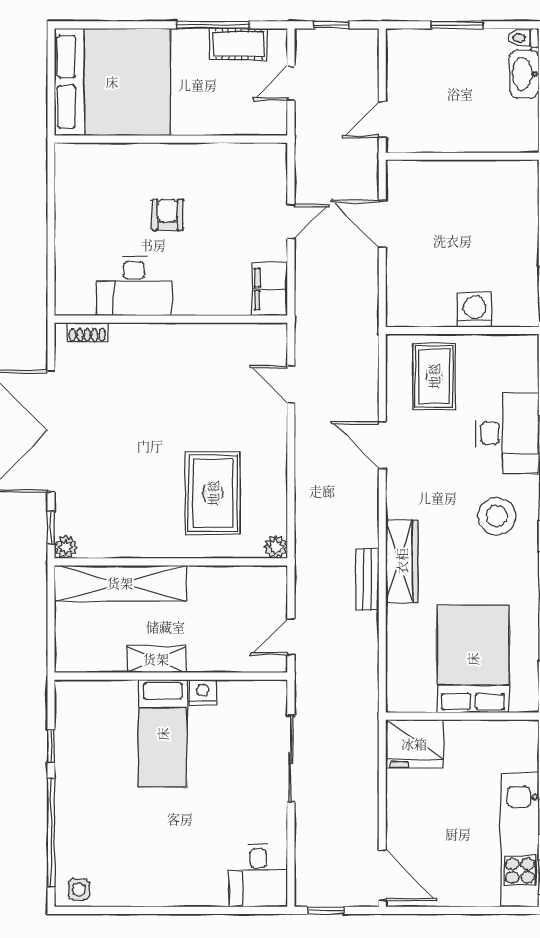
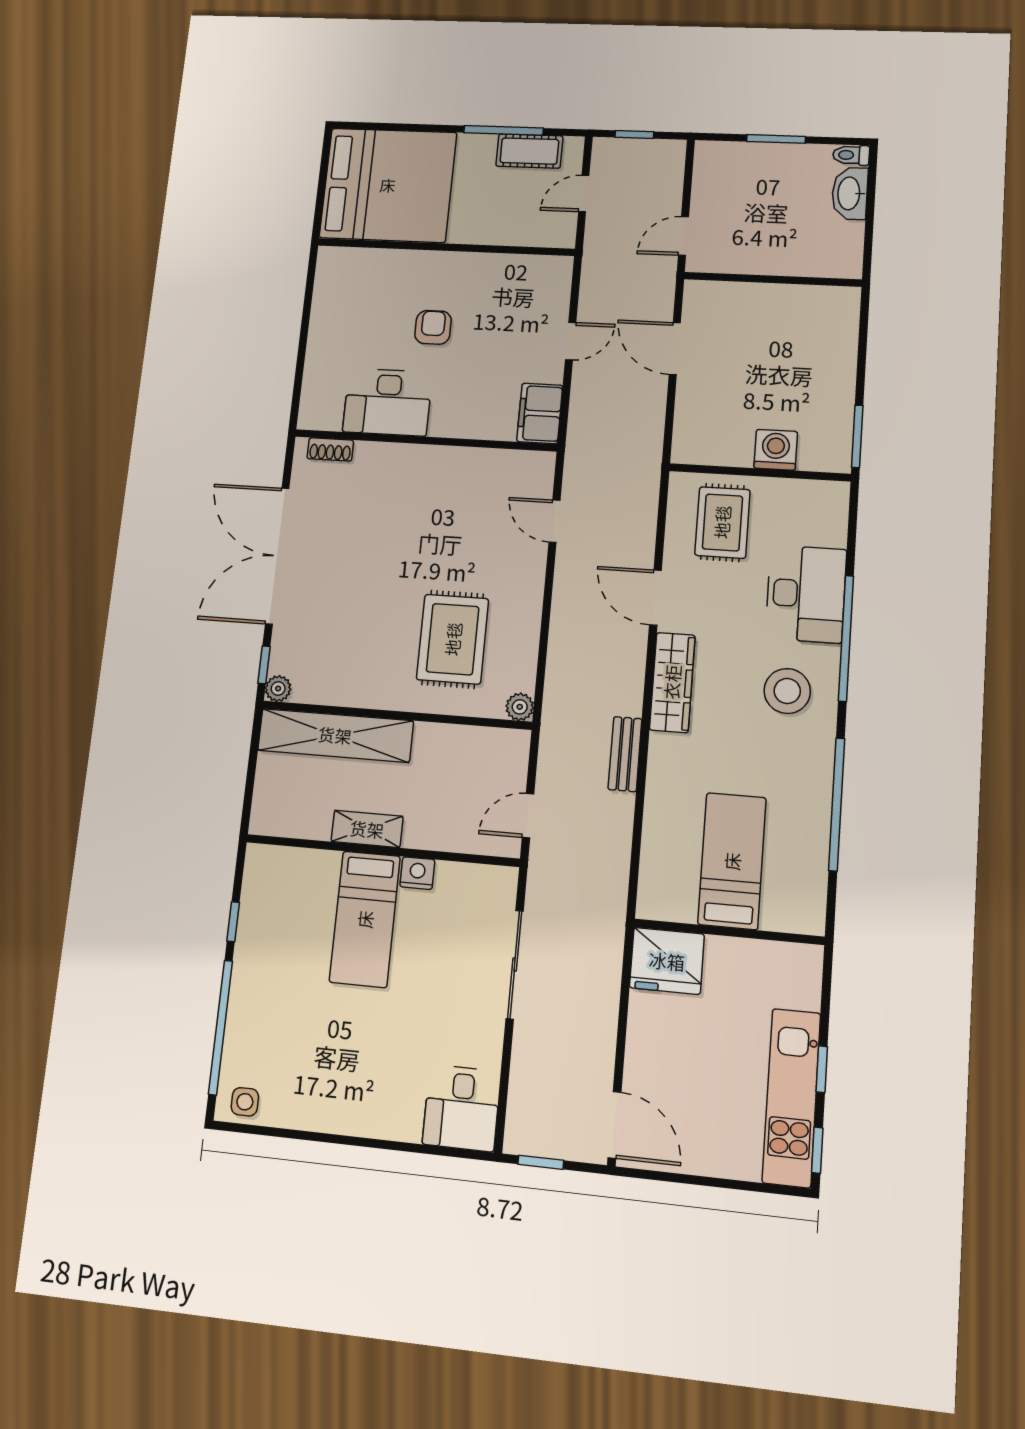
wardrobe: (402, 561) -> (672, 682), moved
bed: (473, 659) -> (732, 861), width x0.67

